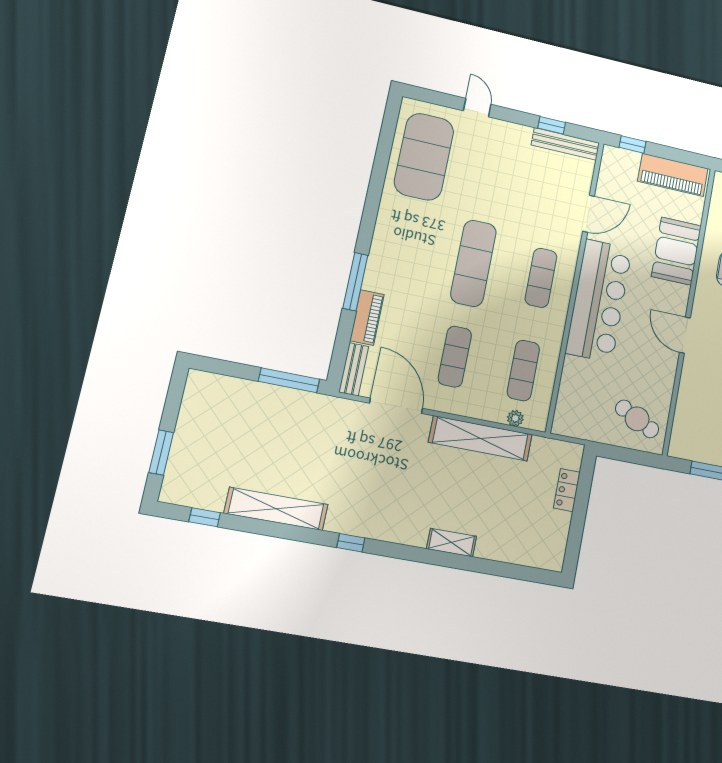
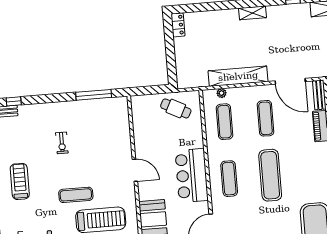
bar counter: (599, 300) -> (192, 176), width x0.73
cafe table: (637, 419) -> (176, 108), moved
locker: (567, 490) -> (178, 25), moved
shelving: (452, 543) -> (253, 13), moved

